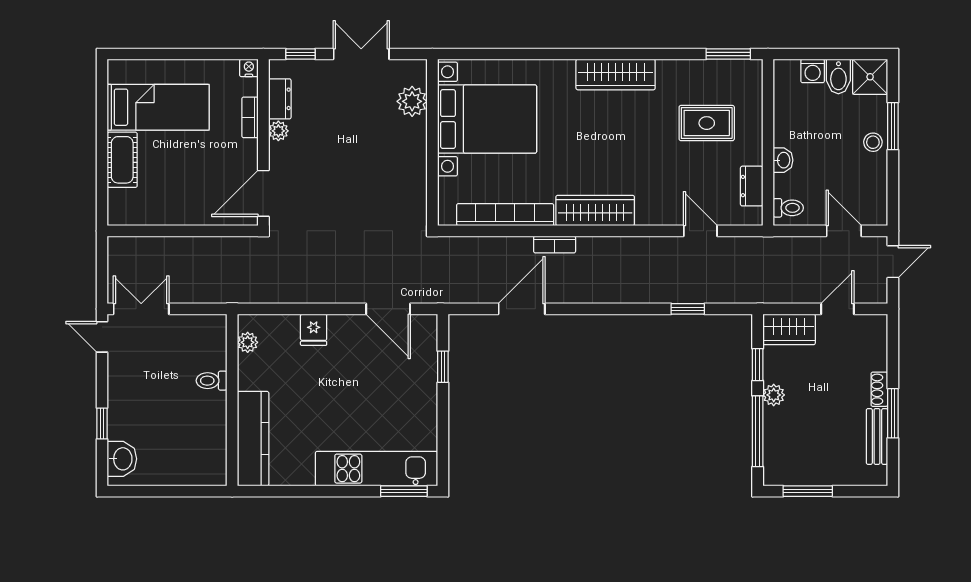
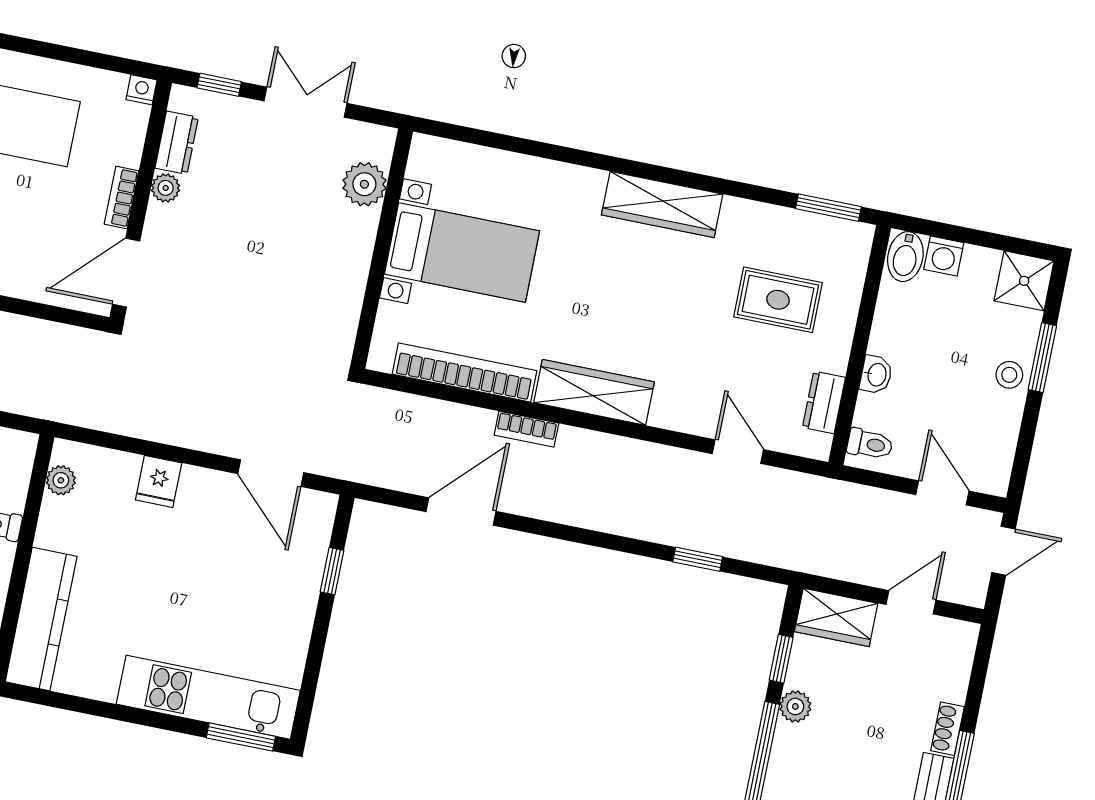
bidet: (838, 77) -> (905, 257), moved
bookcase: (250, 117) -> (122, 198), moved
bed with nightstands: (487, 119) -> (462, 253), width x0.73

